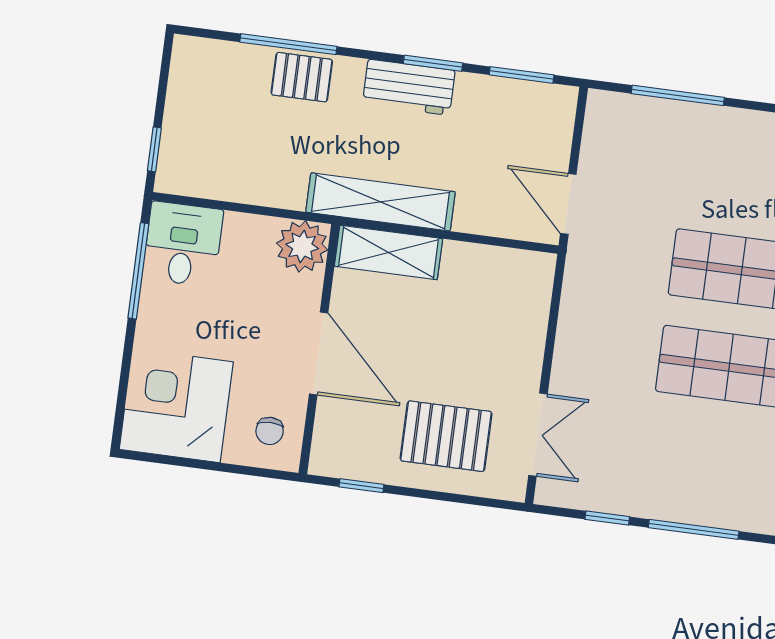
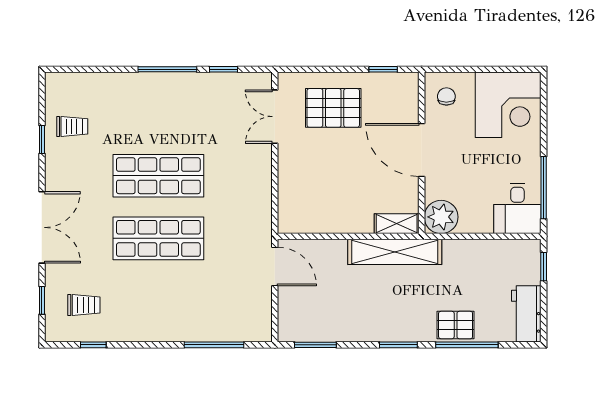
window: (433, 63) -> (398, 345), moved
workbench: (409, 87) -> (526, 314), moved, turned -90
shelving: (388, 252) -> (397, 224), width x0.67, depth x0.75

